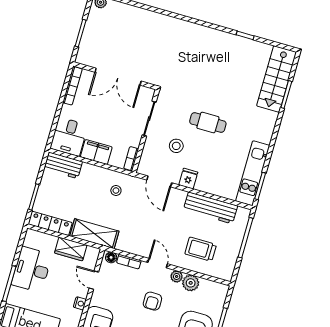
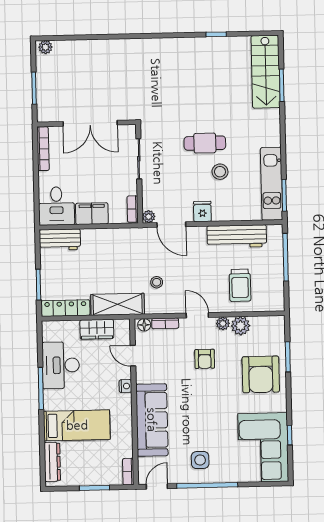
stool: (176, 146) -> (220, 172), moved
plant: (143, 169) -> (149, 217), added
stool: (116, 191) -> (157, 282), moved
trolley: (201, 249) -> (240, 285), turned -90

